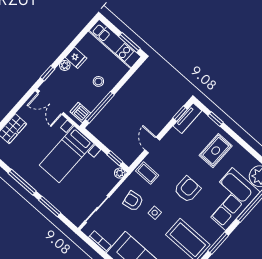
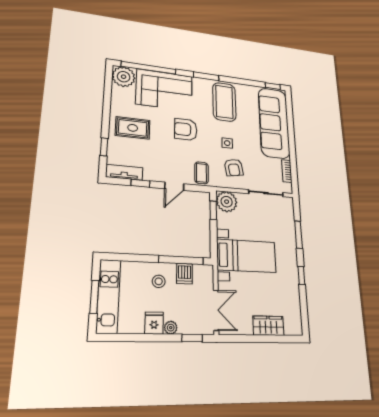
window: (129, 43) -> (94, 297), moved
dishwasher: (80, 113) -> (185, 274), moved
window: (180, 114) -> (140, 183), moved
plant: (120, 173) -> (227, 202), width x1.88, depth x1.88
window: (22, 182) -> (301, 276), width x0.46

